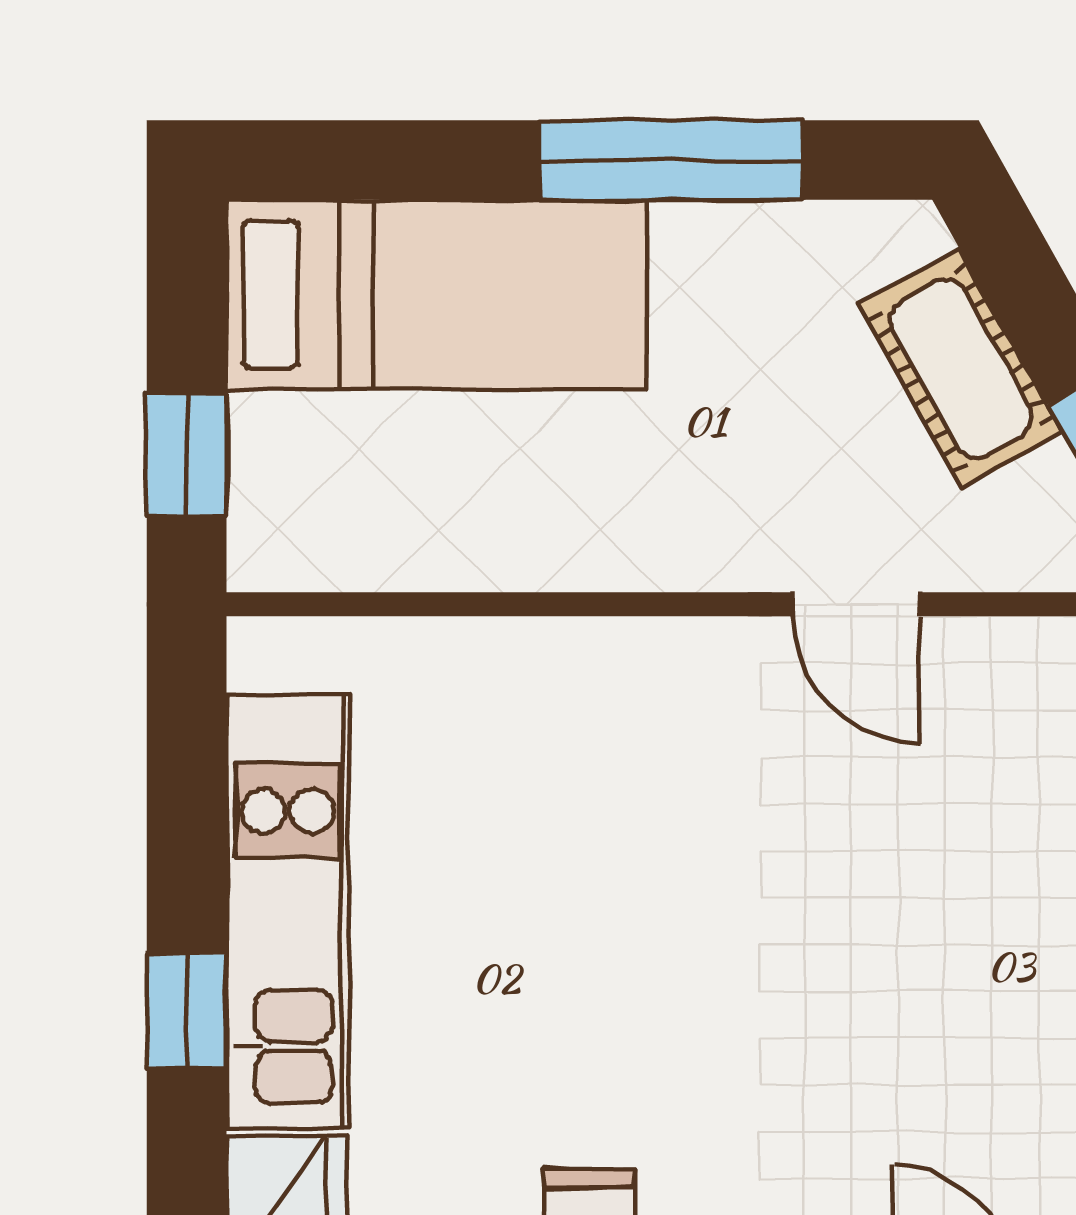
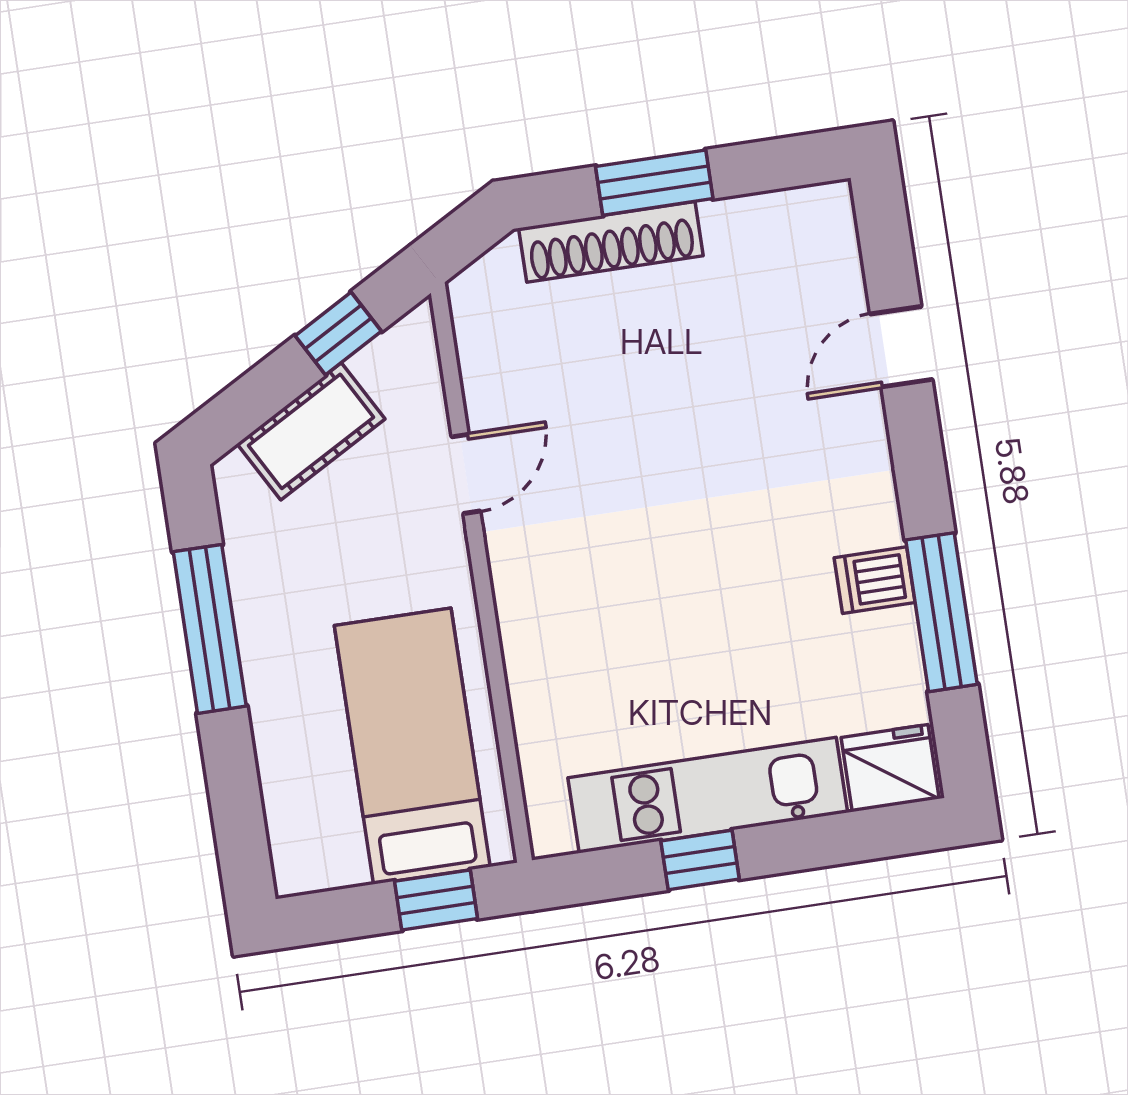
bed: (437, 294) -> (412, 746), moved
window: (187, 1011) -> (700, 860), moved

